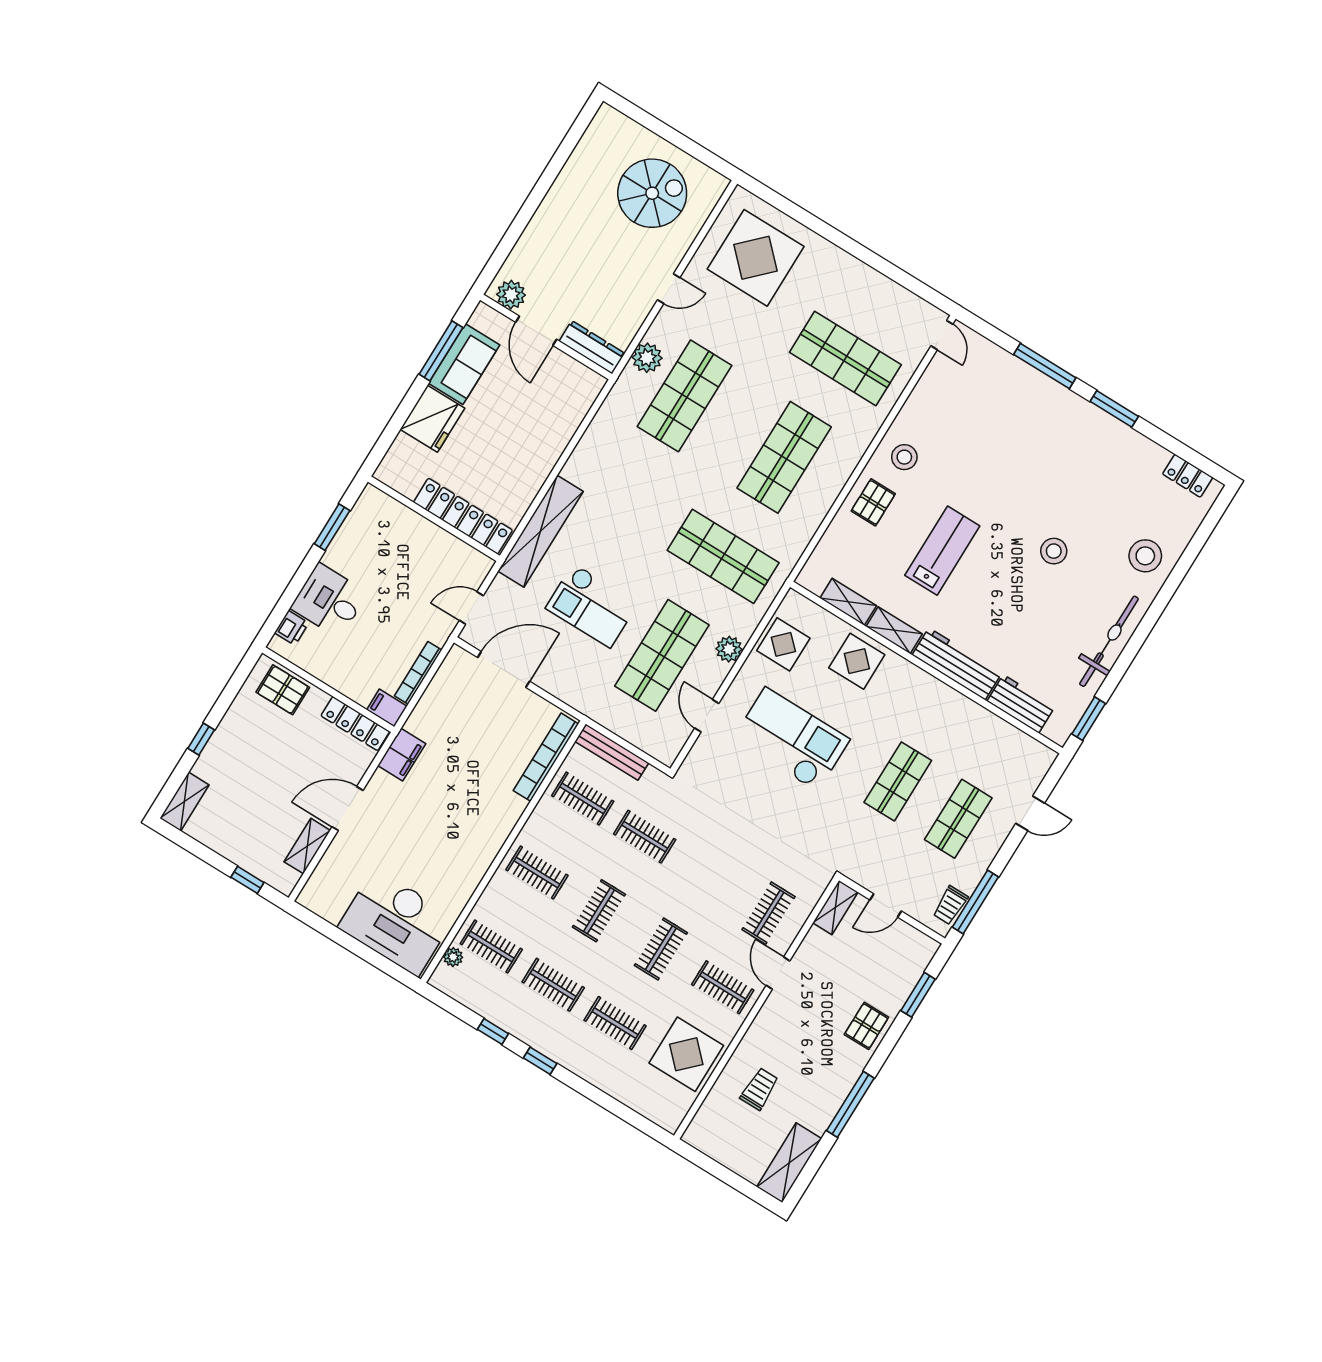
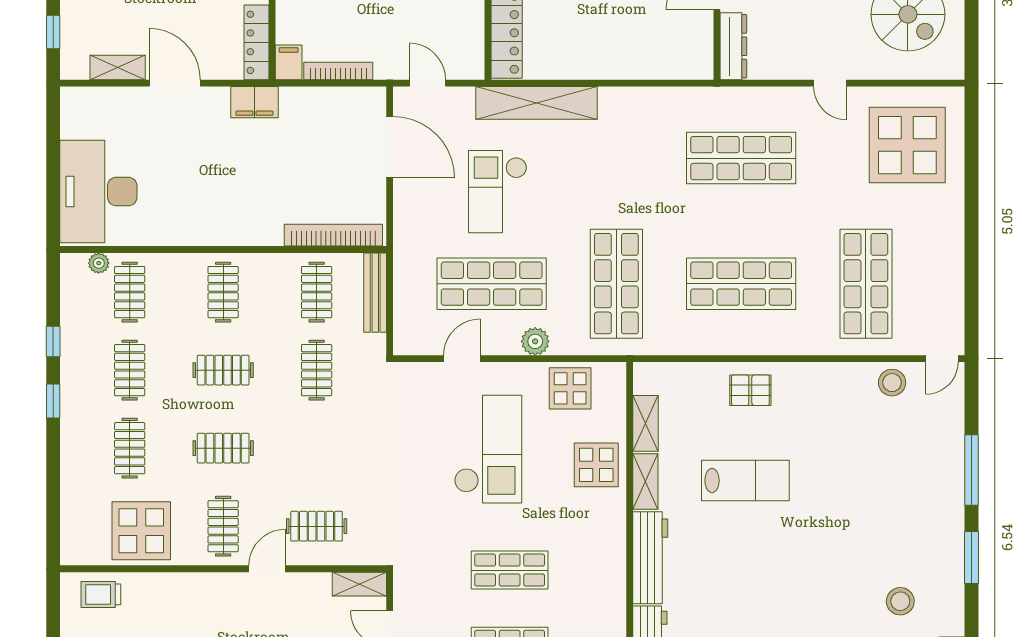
plant: (647, 358) -> (755, 102), removed
stool: (904, 457) -> (892, 383), moved
stool: (1054, 551) -> (900, 601), moved
trolley: (759, 1089) -> (101, 594), moved, turned 180

